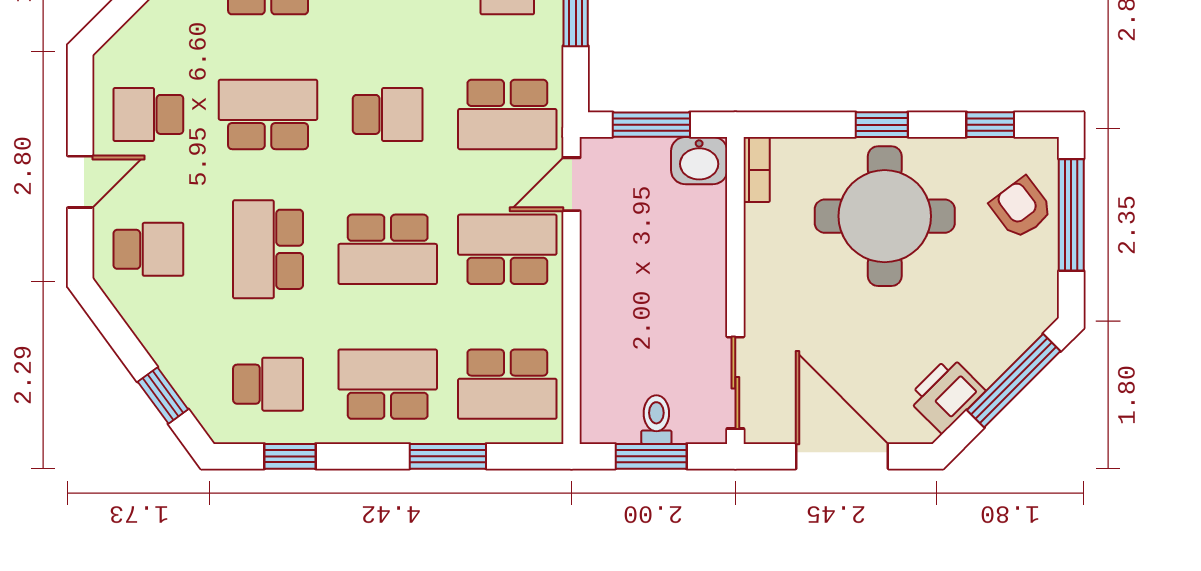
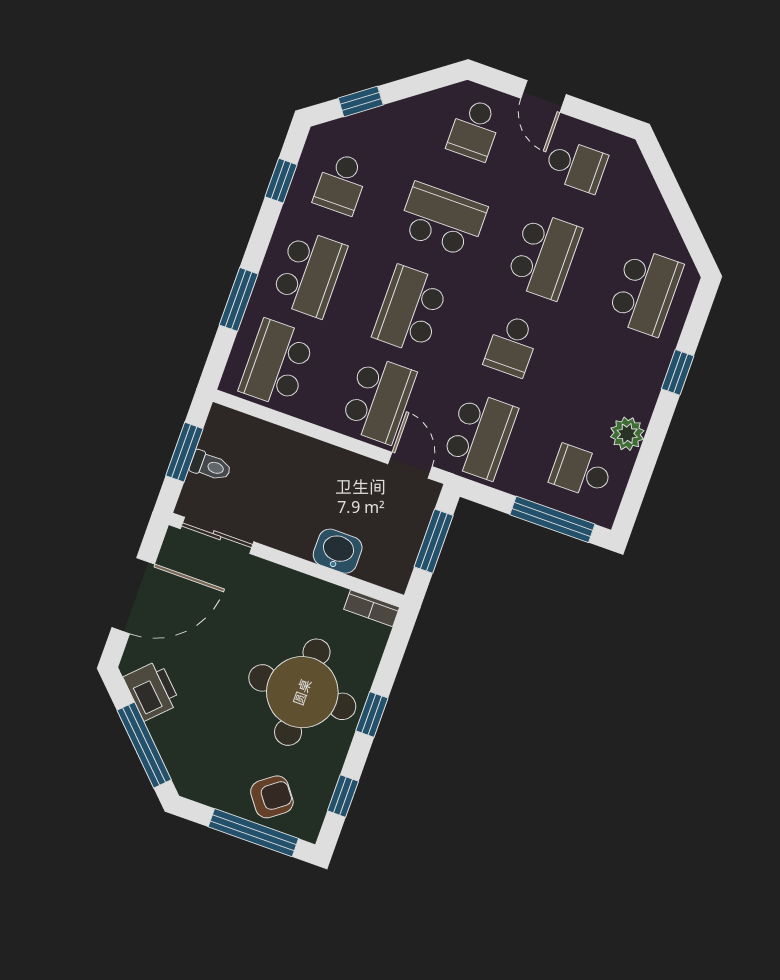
school desk: (148, 114) -> (576, 166), turned 90
school desk: (507, 114) -> (480, 436), turned 180
washbasin: (699, 161) -> (338, 551), moved, turned 90

